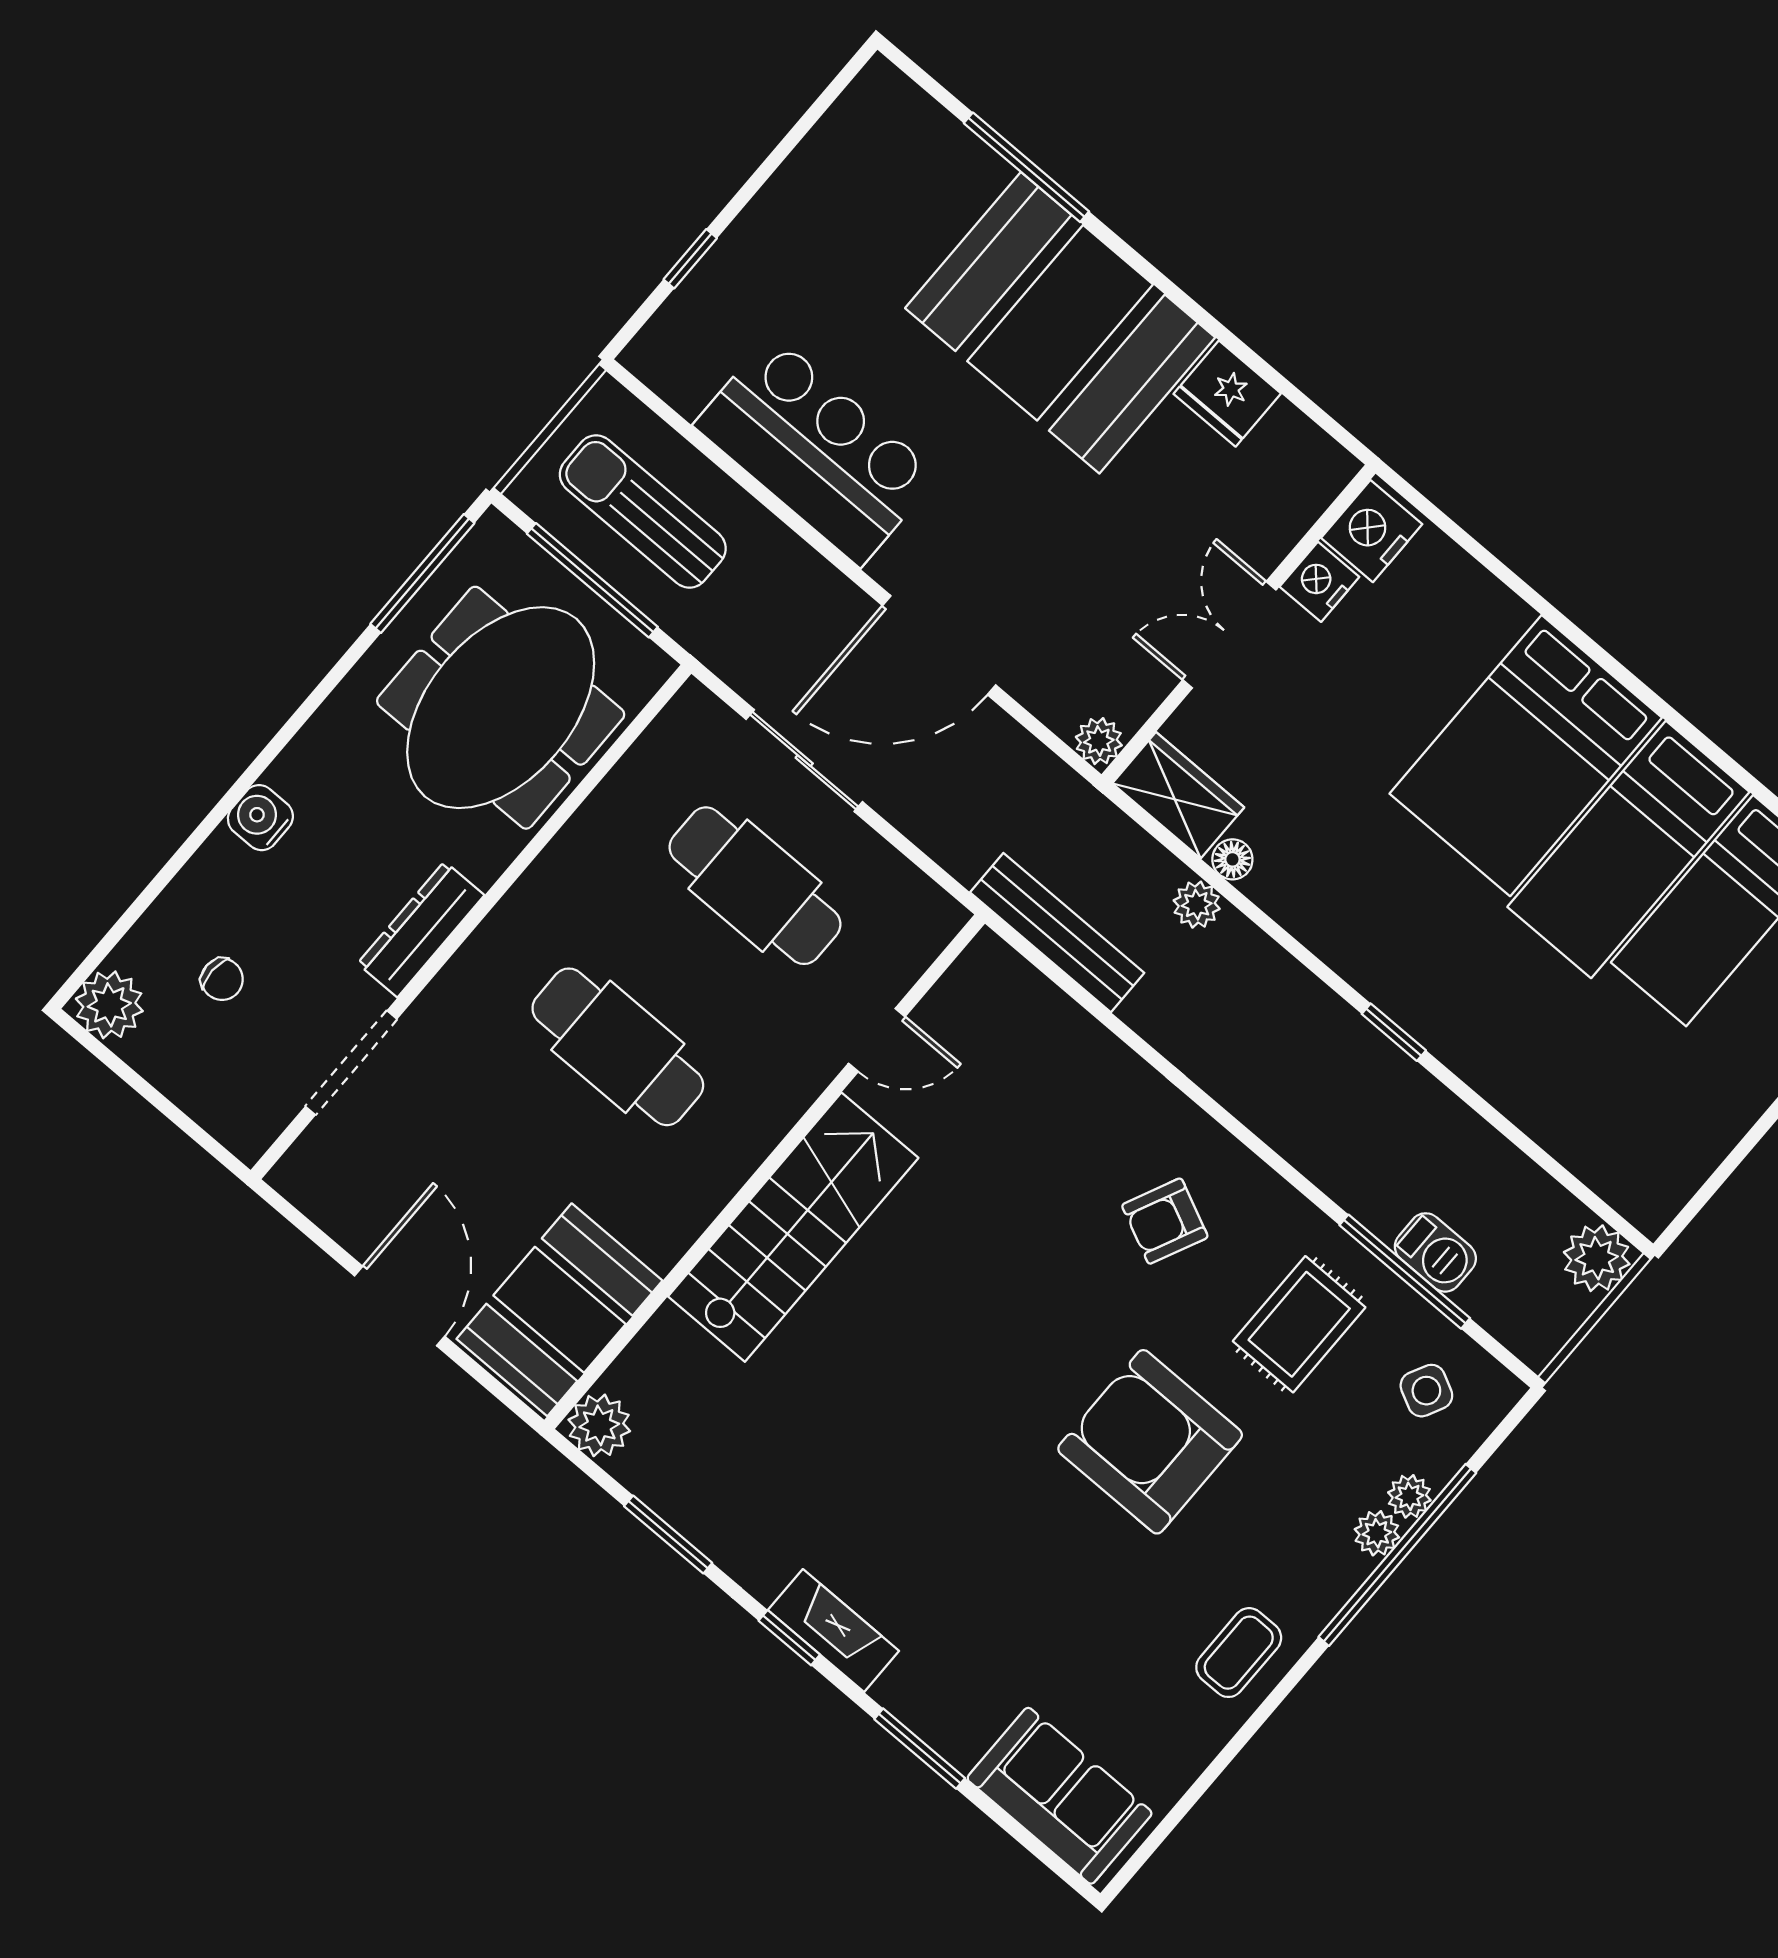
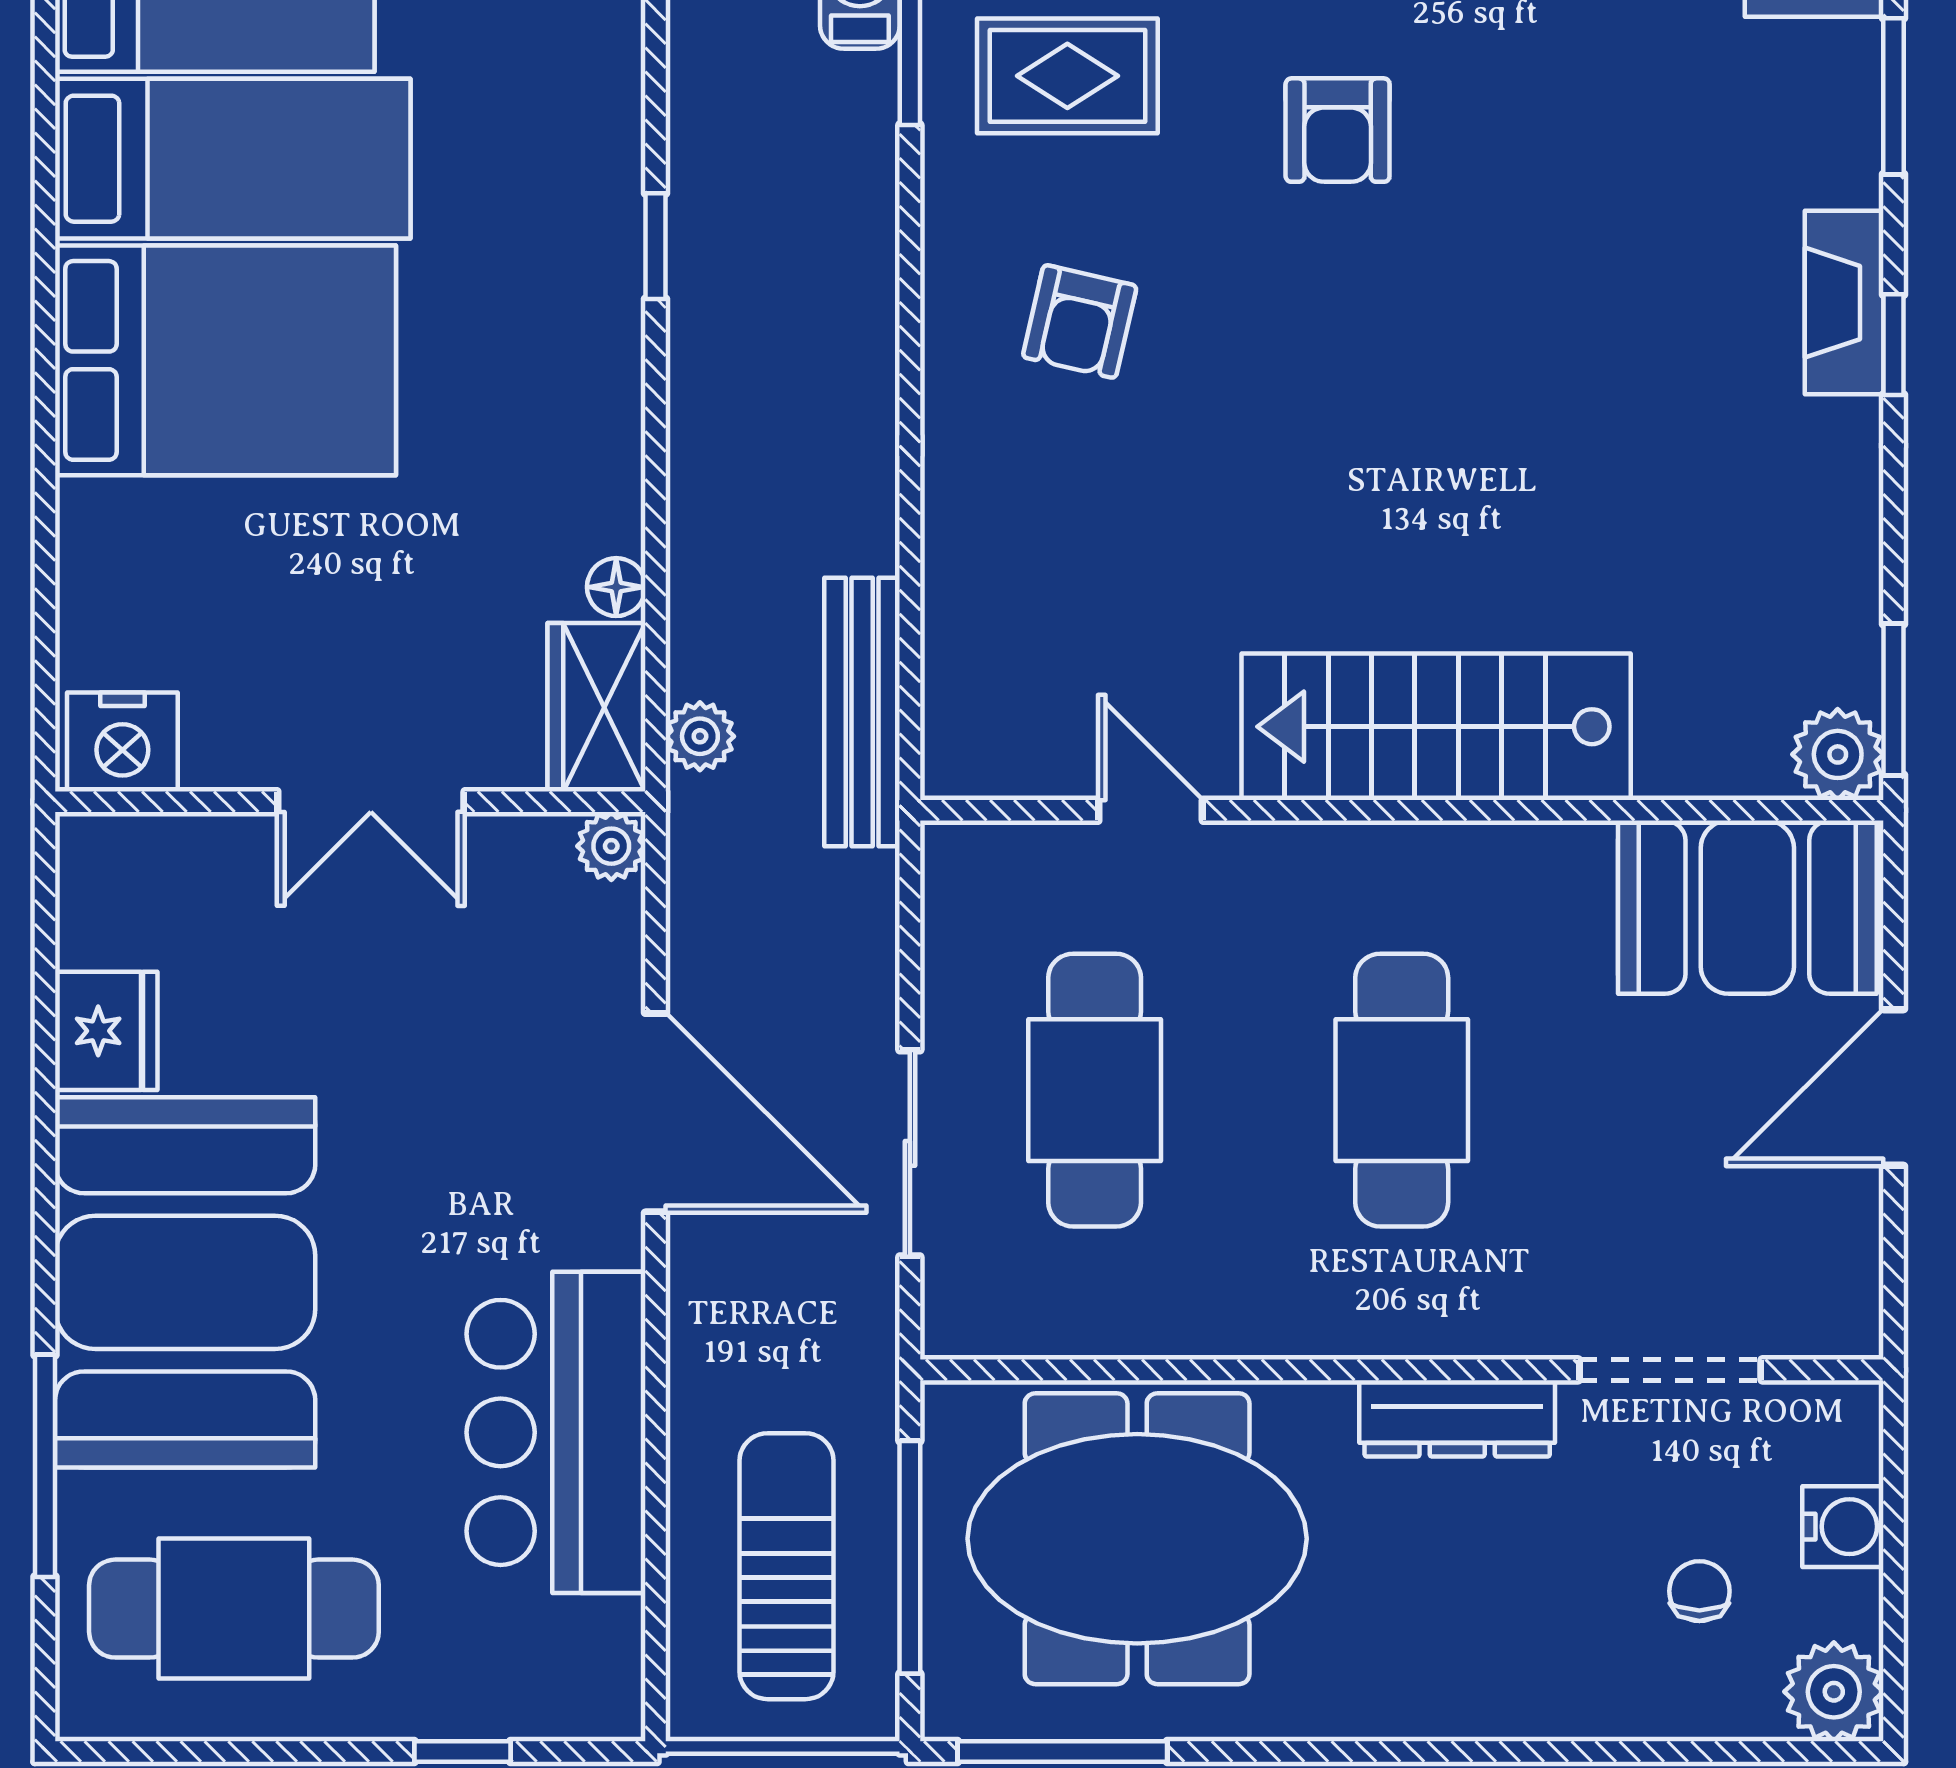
cafe table: (867, 203) -> (234, 1609), added
sun lounger: (643, 511) -> (786, 1566), turned 180
nightstand: (1319, 582) -> (228, 752), removed
water cooler: (260, 818) -> (1843, 1527), moved, turned -90
plant: (1197, 905) -> (700, 736), moved
armchair: (1165, 1221) -> (1080, 321), turned 78
armchair: (1150, 1442) -> (1338, 130), width x0.53, depth x0.53
window: (668, 1535) -> (1894, 699), moved

